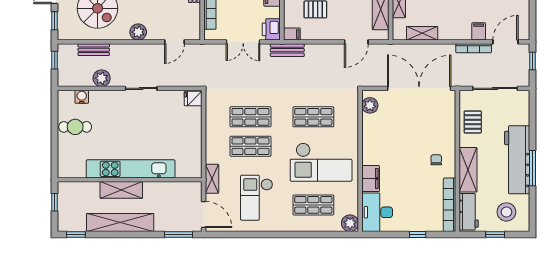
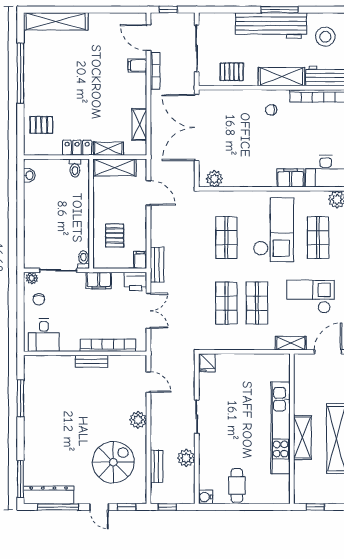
water cooler: (82, 97) -> (206, 497), moved
checkout: (257, 198) -> (310, 297), turned 180

